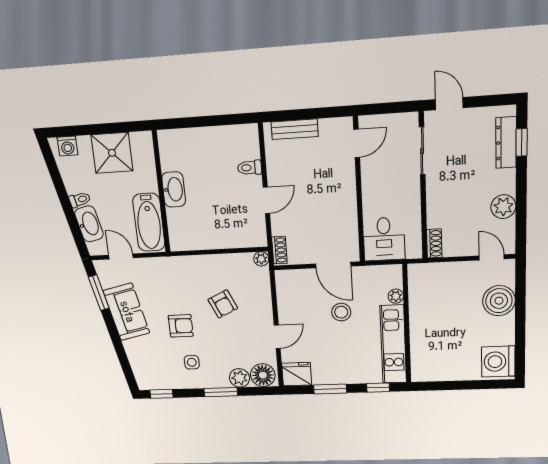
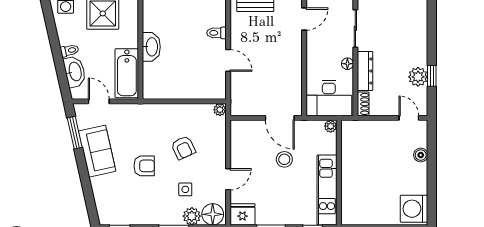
window: (522, 142) -> (432, 76), moved
dresser: (506, 143) -> (365, 71), moved, turned 180
floor lamp: (413, 196) -> (347, 64), added
door: (266, 200) -> (228, 60), hinge flipped
desk: (384, 239) -> (329, 98), width x1.37
shoe rack: (279, 250) -> (236, 103), removed
plant: (396, 296) -> (331, 126), moved
boiler: (499, 301) -> (421, 155), width x0.54, depth x0.54
side table: (192, 362) -> (185, 189), moved

